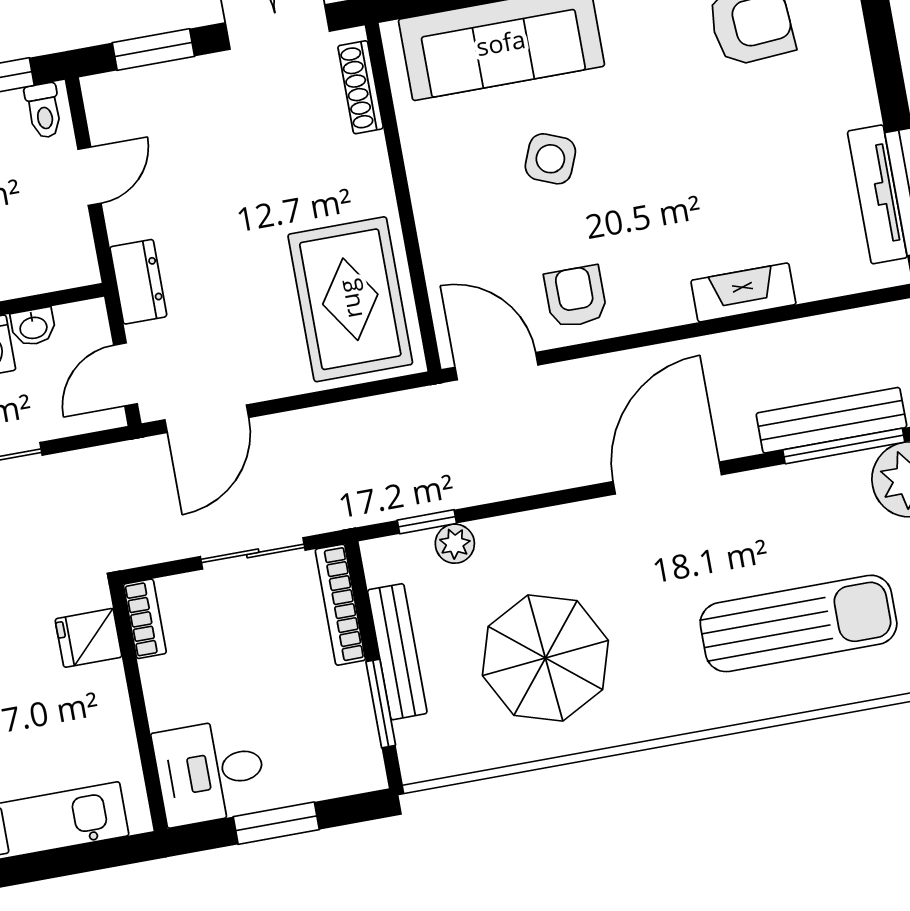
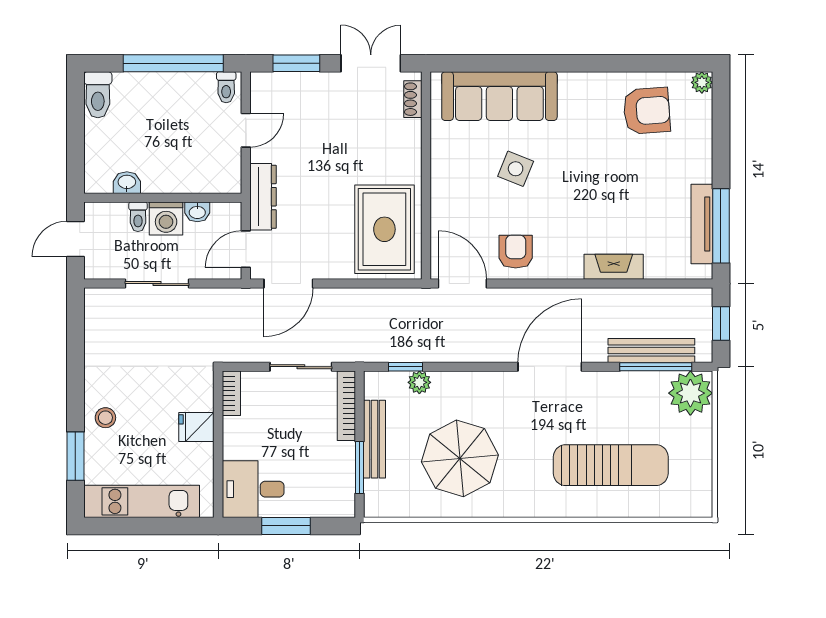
shoe rack: (361, 87) -> (413, 99), width x0.70
dresser: (138, 282) -> (263, 197), width x1.44
fridge: (88, 638) -> (196, 427), moved

